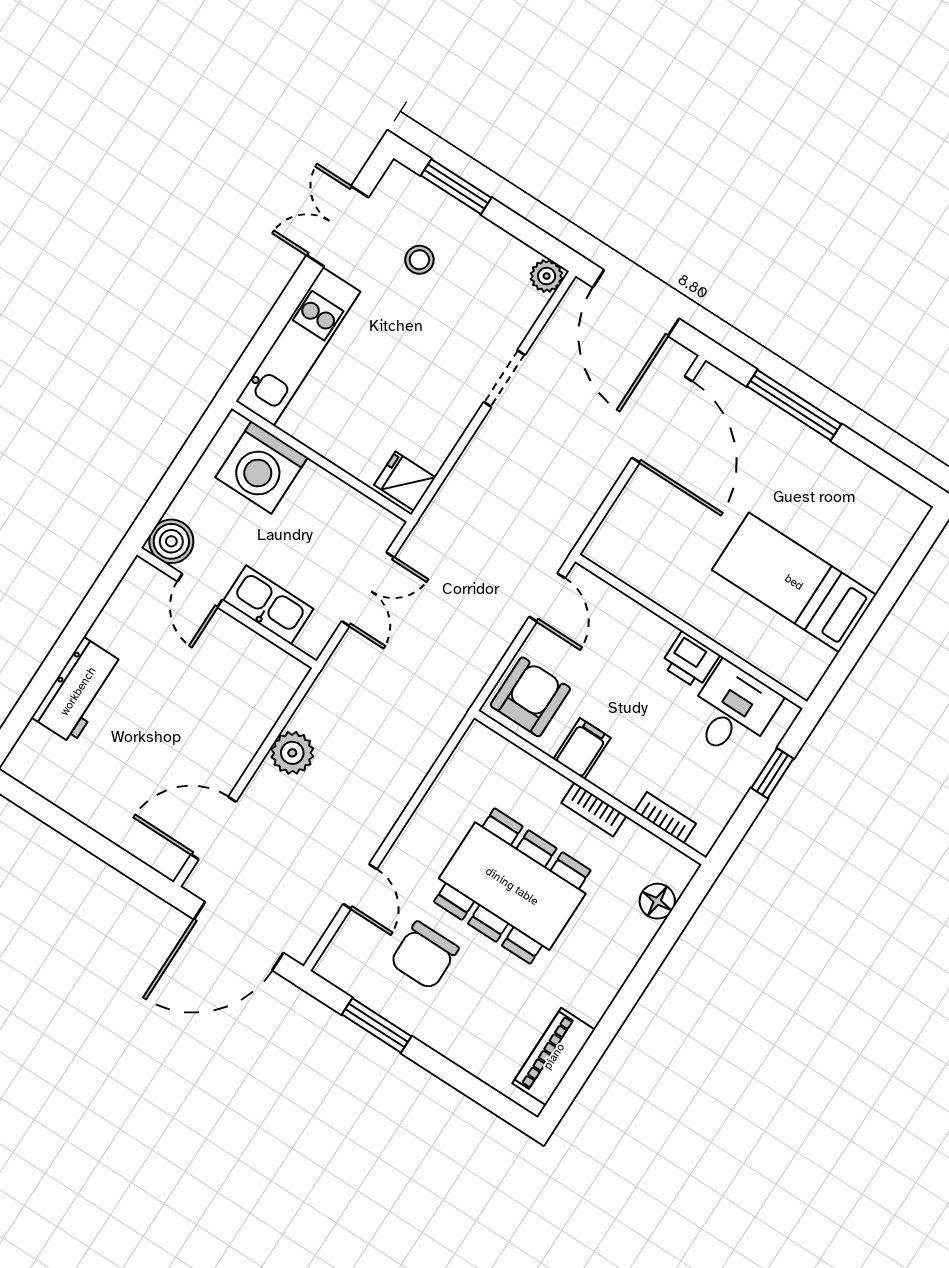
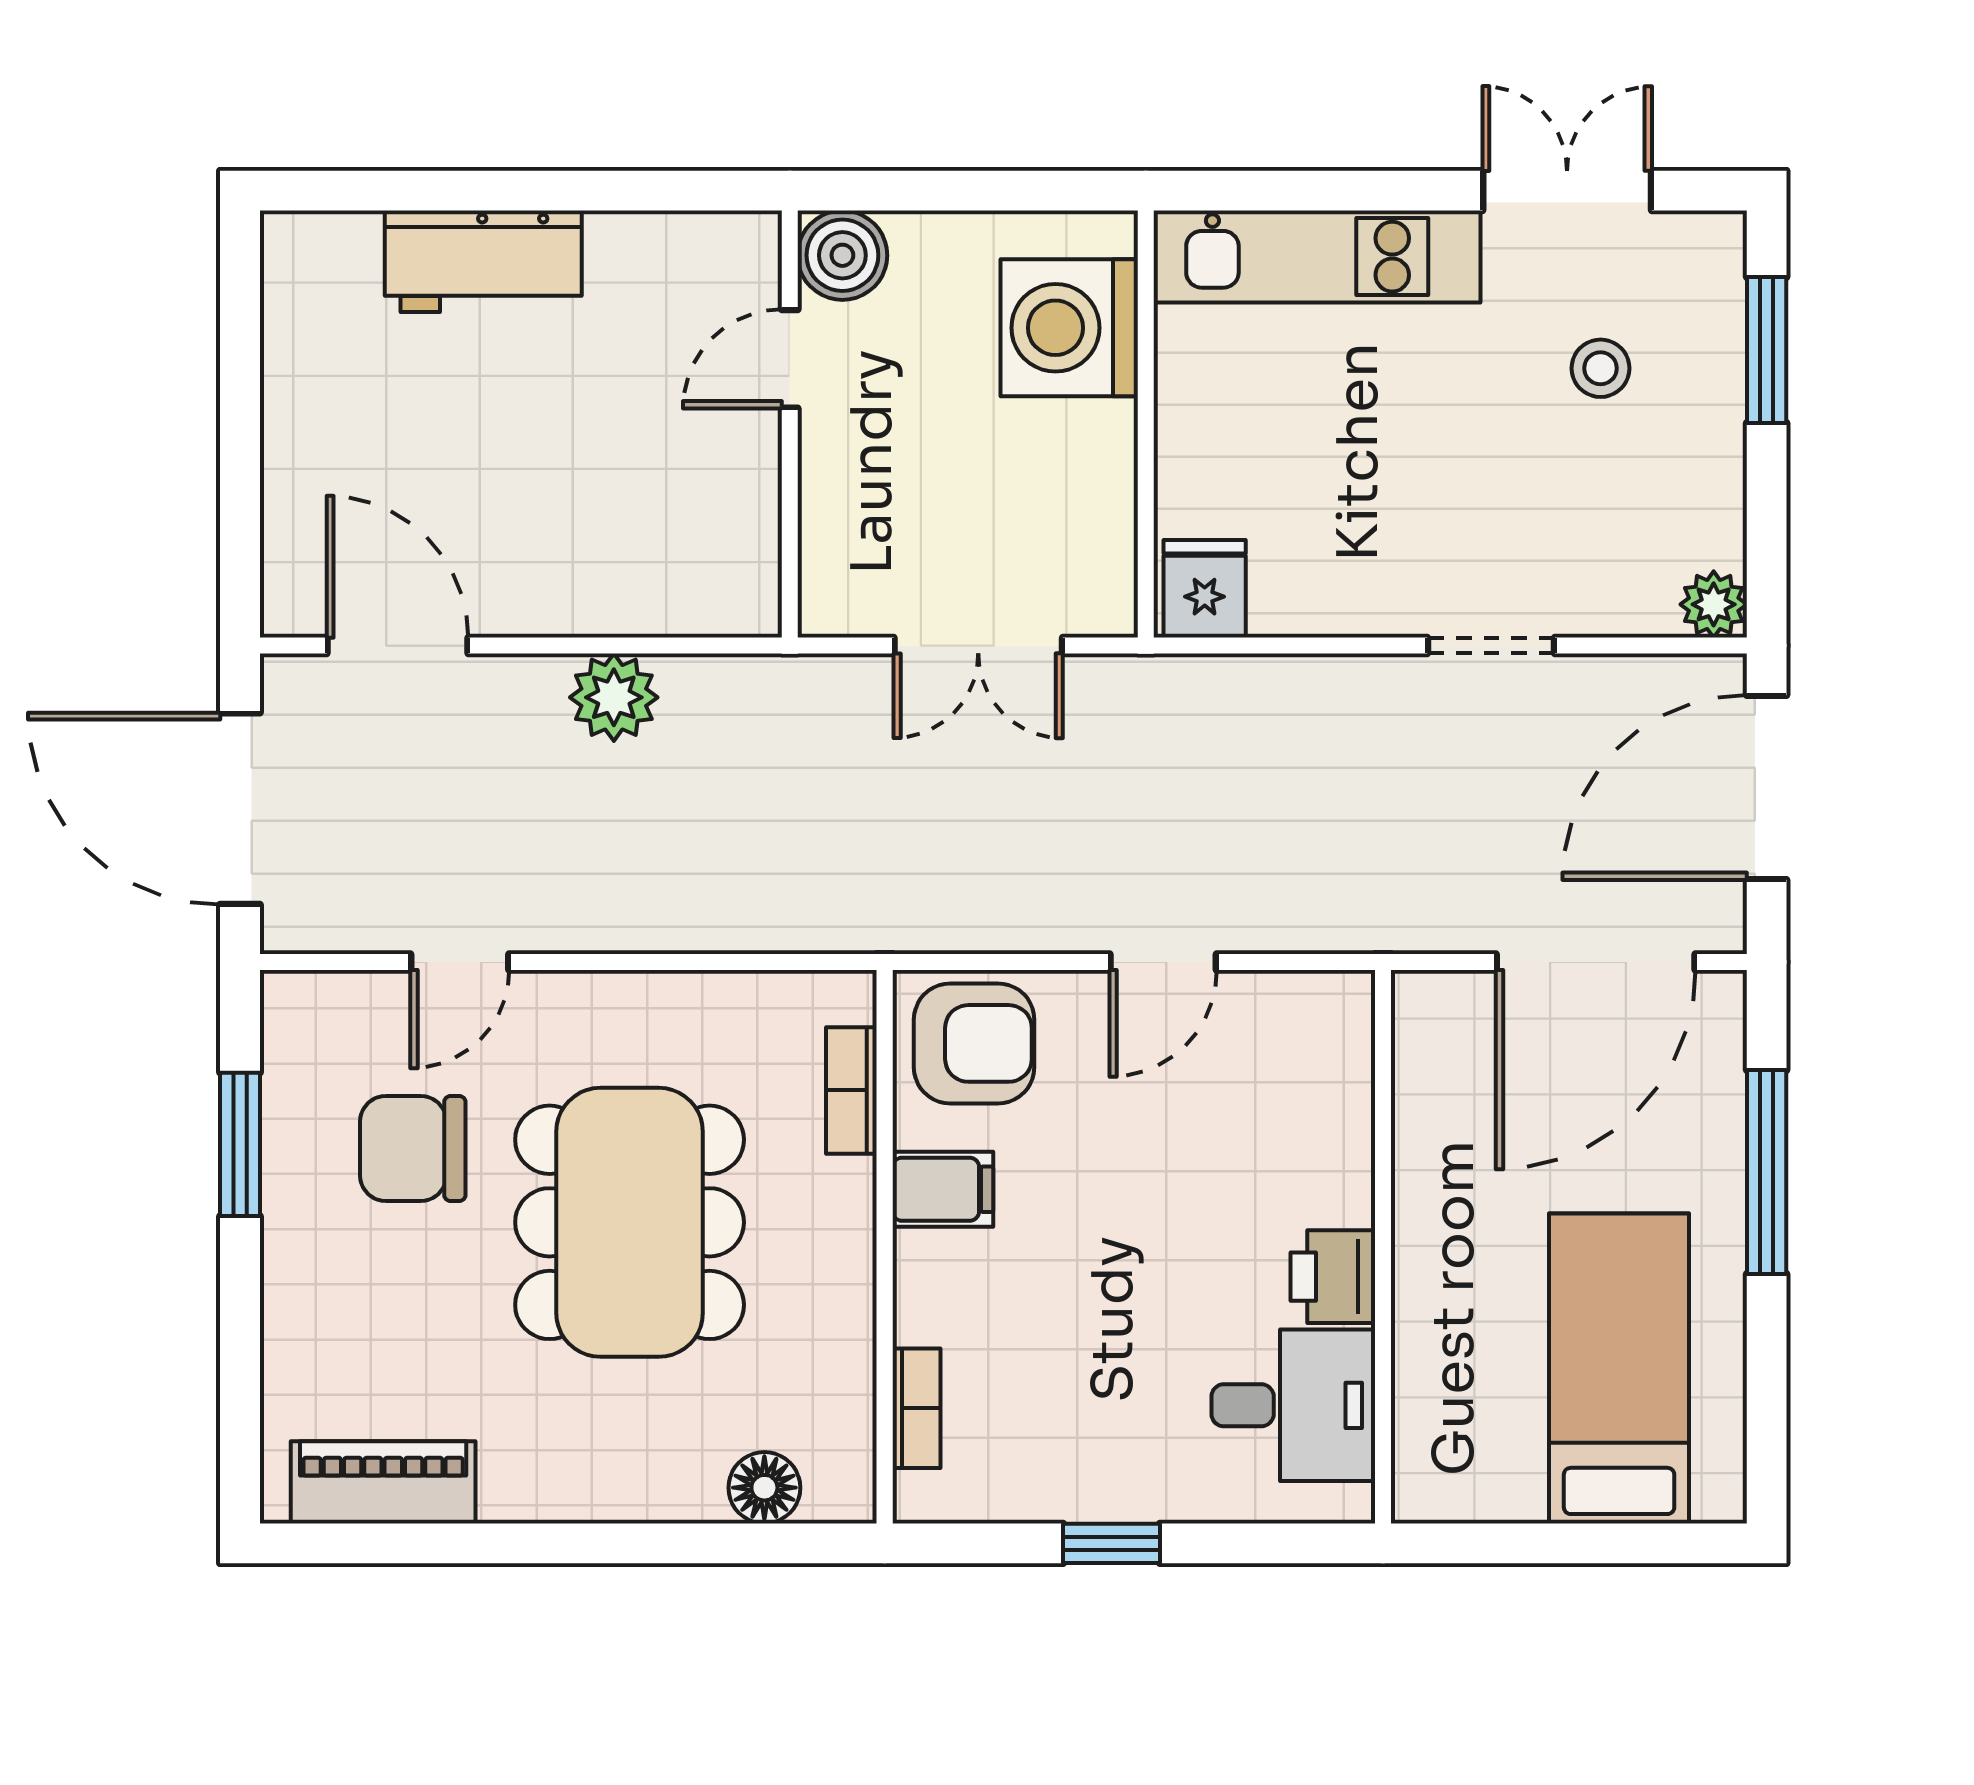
bed: (794, 582) -> (1619, 1368), moved
kitchen sink: (268, 605) -> (841, 492), removed
wall: (691, 632) -> (1383, 1247), moved
printer: (690, 660) -> (1333, 1277), moved
desk: (732, 711) -> (1293, 1405), moved
bookcase: (594, 809) -> (851, 1090), moved

